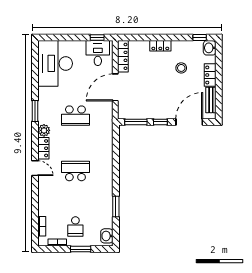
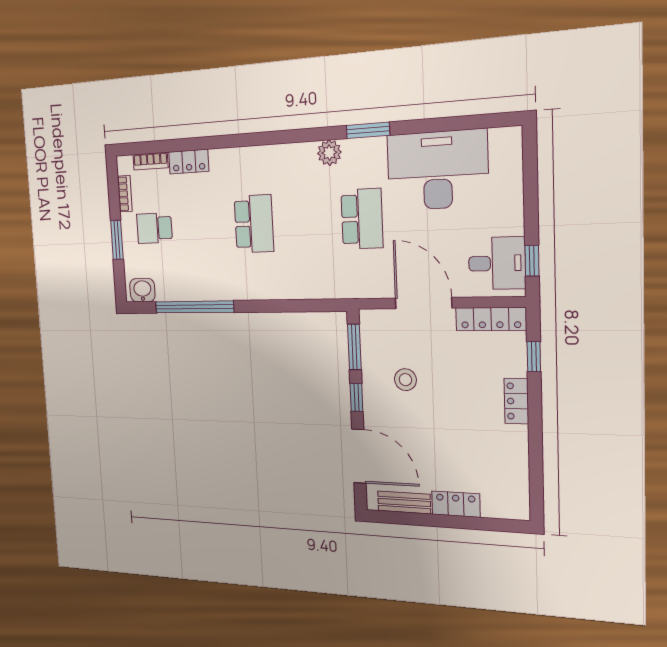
window: (200, 38) -> (534, 357), moved
washbasin: (210, 48) -> (514, 507), removed
desk: (55, 63) -> (437, 170), moved
stool: (181, 68) -> (405, 380), moved
school desk: (75, 116) -> (362, 219), turned 180
locker: (43, 148) -> (189, 162), moved
door: (35, 168) -> (255, 139), removed
window: (116, 206) -> (194, 307), width x2.11

